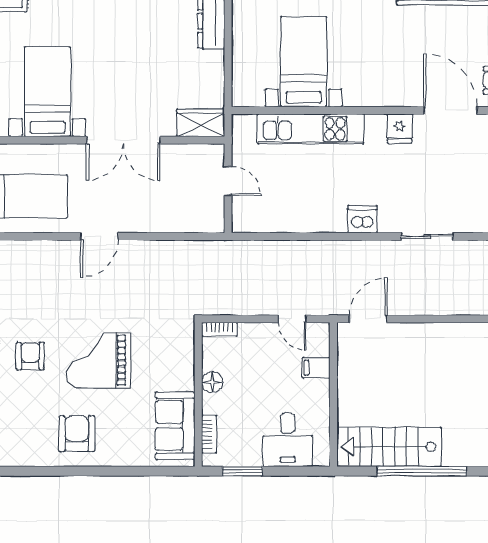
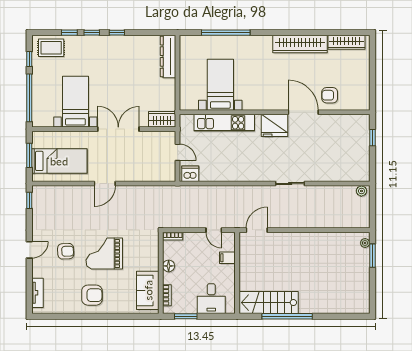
fridge: (400, 129) -> (275, 125), width x1.88, depth x1.34
double door: (123, 140) -> (118, 129), swing flipped
dishwasher: (362, 219) -> (190, 174), moved
armchair: (30, 356) -> (66, 251), turned 88
armchair: (77, 434) -> (92, 295), turned 90

